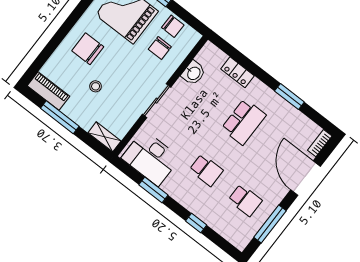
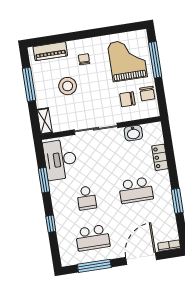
chair: (88, 49) -> (84, 59), width x0.54, depth x0.54
stool: (96, 86) -> (68, 86), width x1.89, depth x1.89
piano: (49, 91) -> (50, 51), moved, turned 90
sliding door: (157, 101) -> (96, 129), width x1.37
school desk: (245, 200) -> (93, 238), width x1.85

